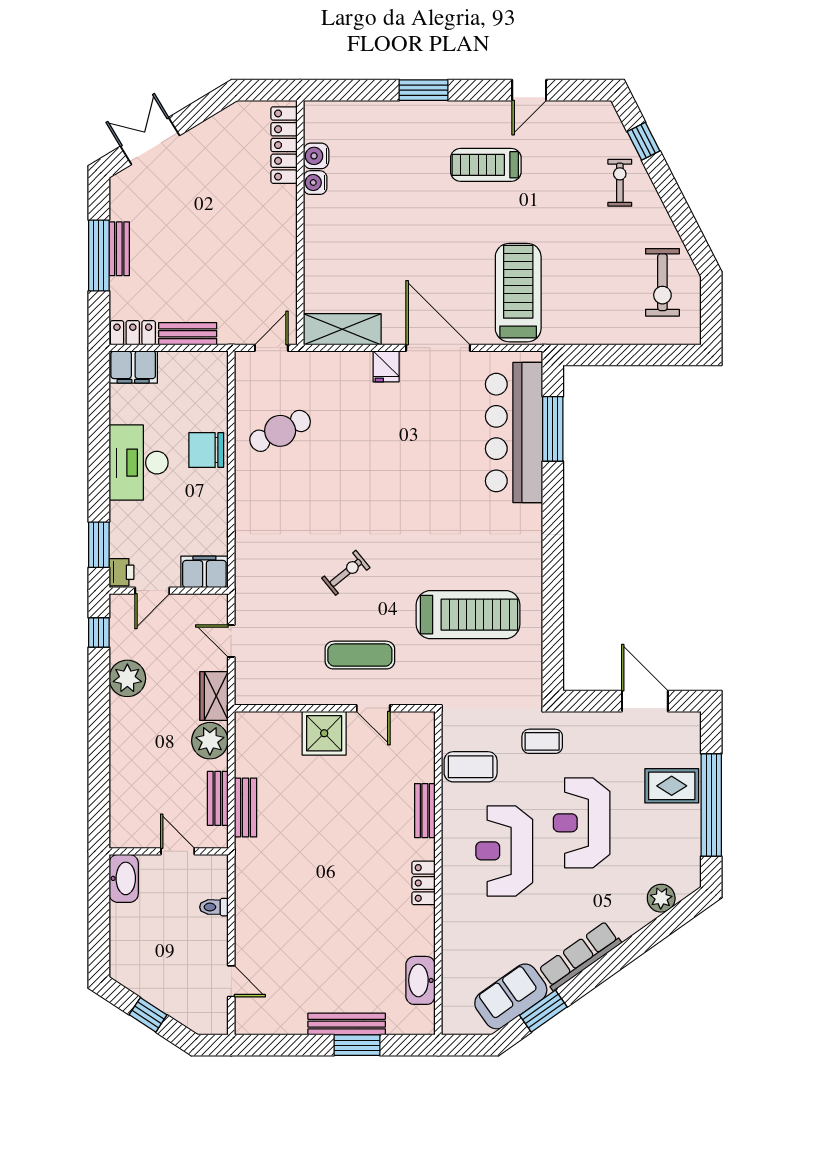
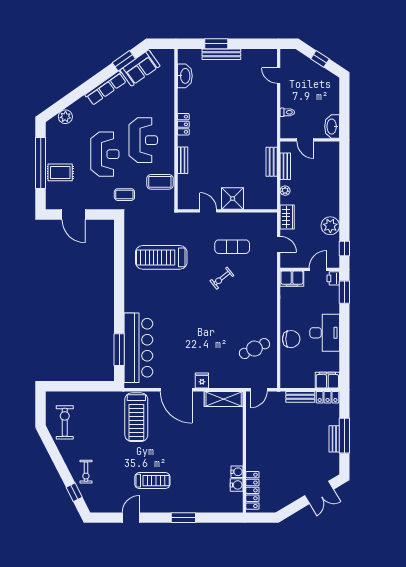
exercise mat: (360, 655) -> (232, 247), moved
plant: (210, 741) -> (285, 191), width x0.53, depth x0.53

